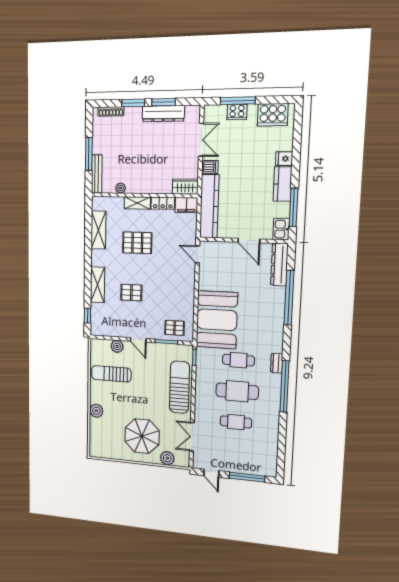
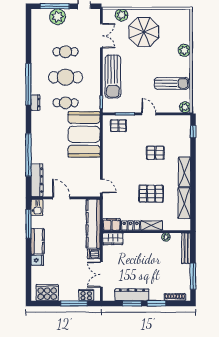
cooker: (237, 112) -> (86, 295), moved
window: (89, 154) -> (193, 276), moved
shelving: (98, 285) -> (185, 172), moved
plant: (117, 346) -> (185, 107), moved
plant: (244, 464) -> (58, 17), added

